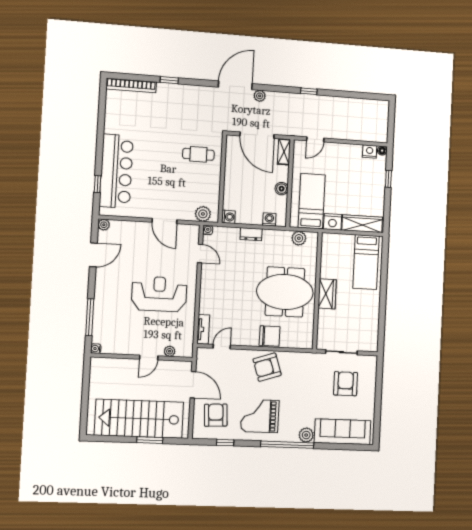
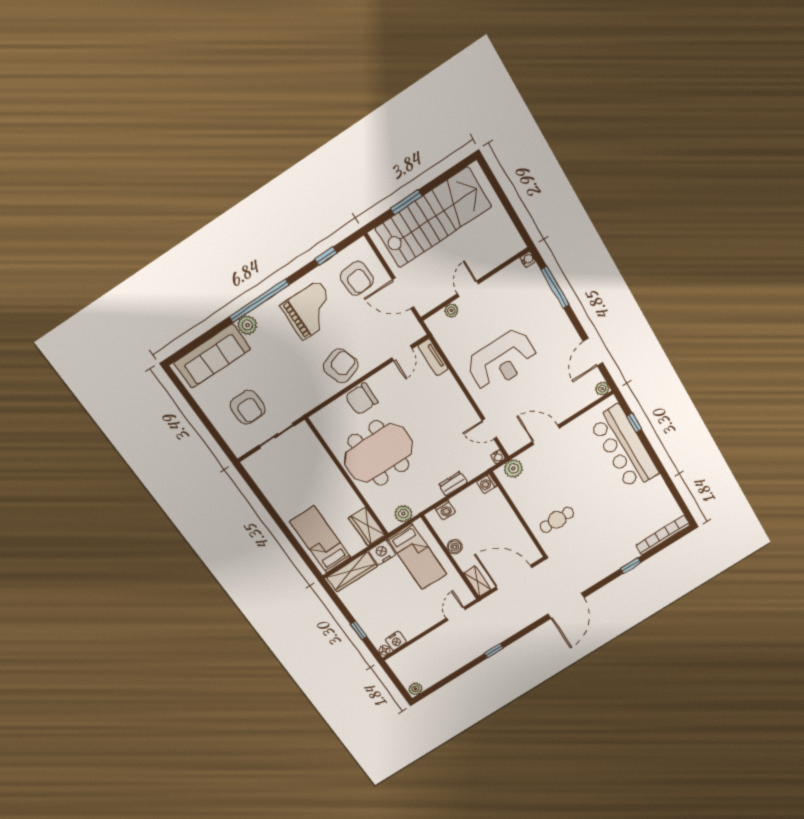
plant: (260, 96) -> (415, 689), moved
wardrobe: (327, 294) -> (367, 527), moved

